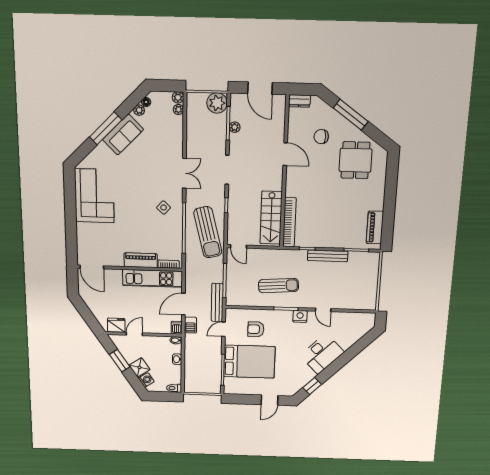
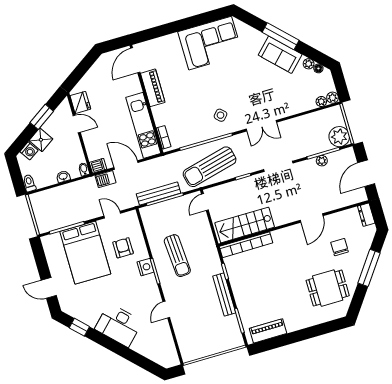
piano: (141, 260) -> (153, 88), moved
bench: (217, 302) -> (159, 193), moved
nightstand: (300, 316) -> (145, 267), moved

